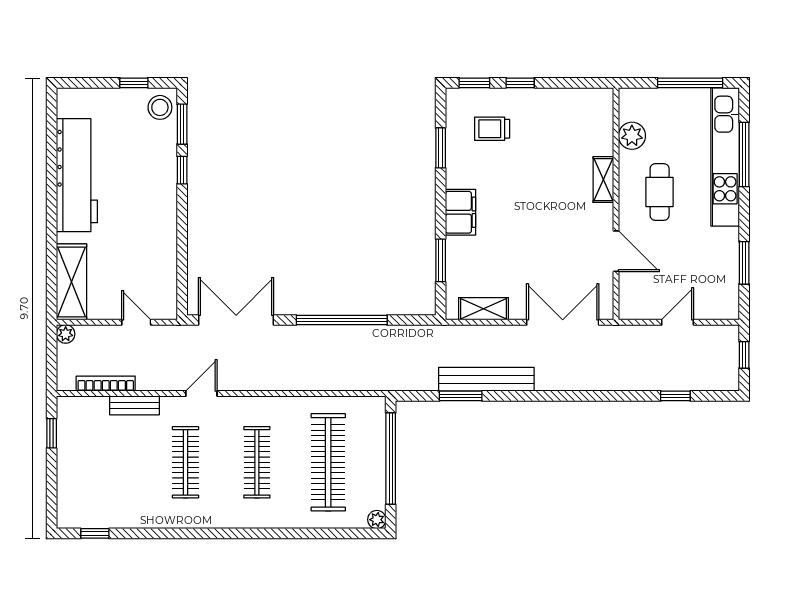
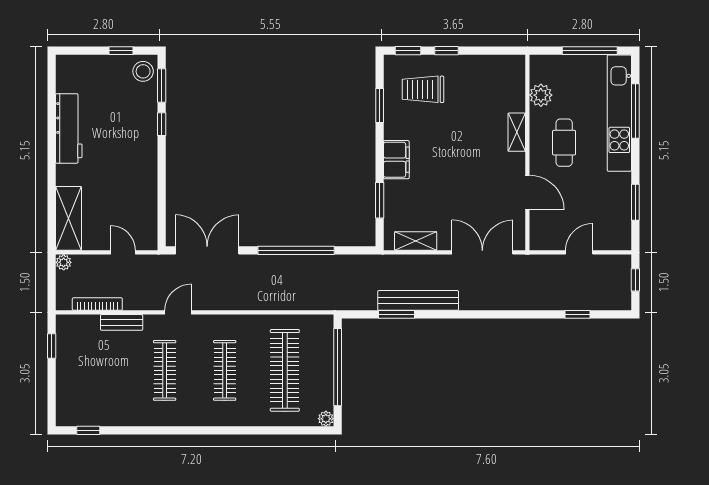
trolley: (492, 129) -> (423, 89), width x1.36, depth x1.39
workbench: (77, 175) -> (69, 128), width x0.73, depth x0.76

